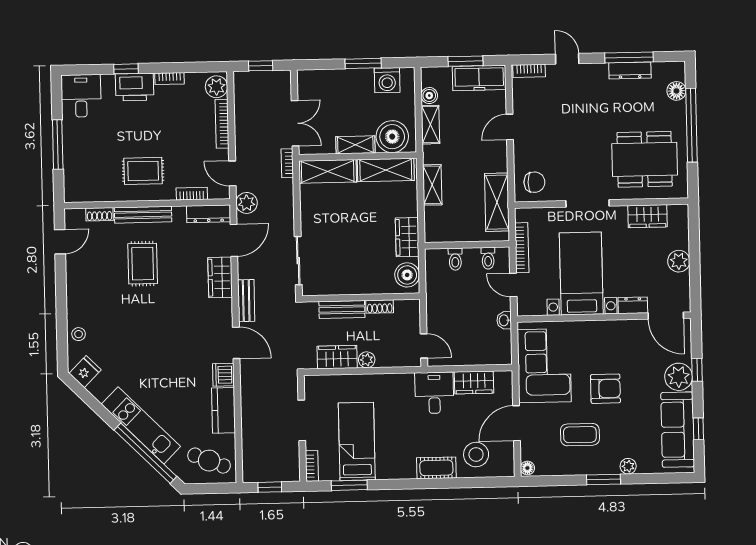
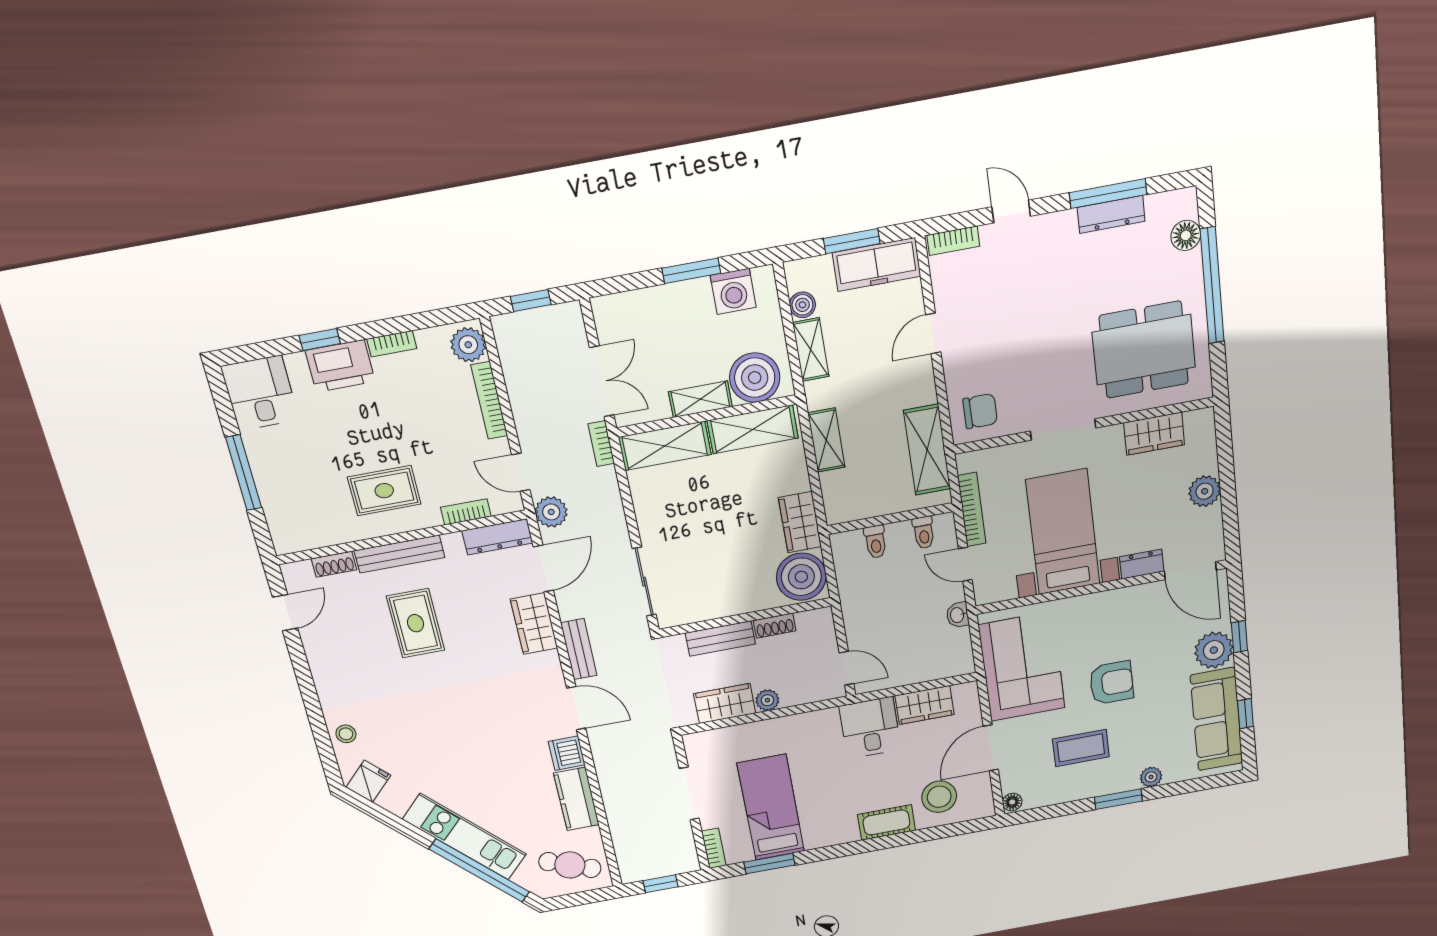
boiler: (407, 275) -> (801, 577), width x1.37, depth x1.37

